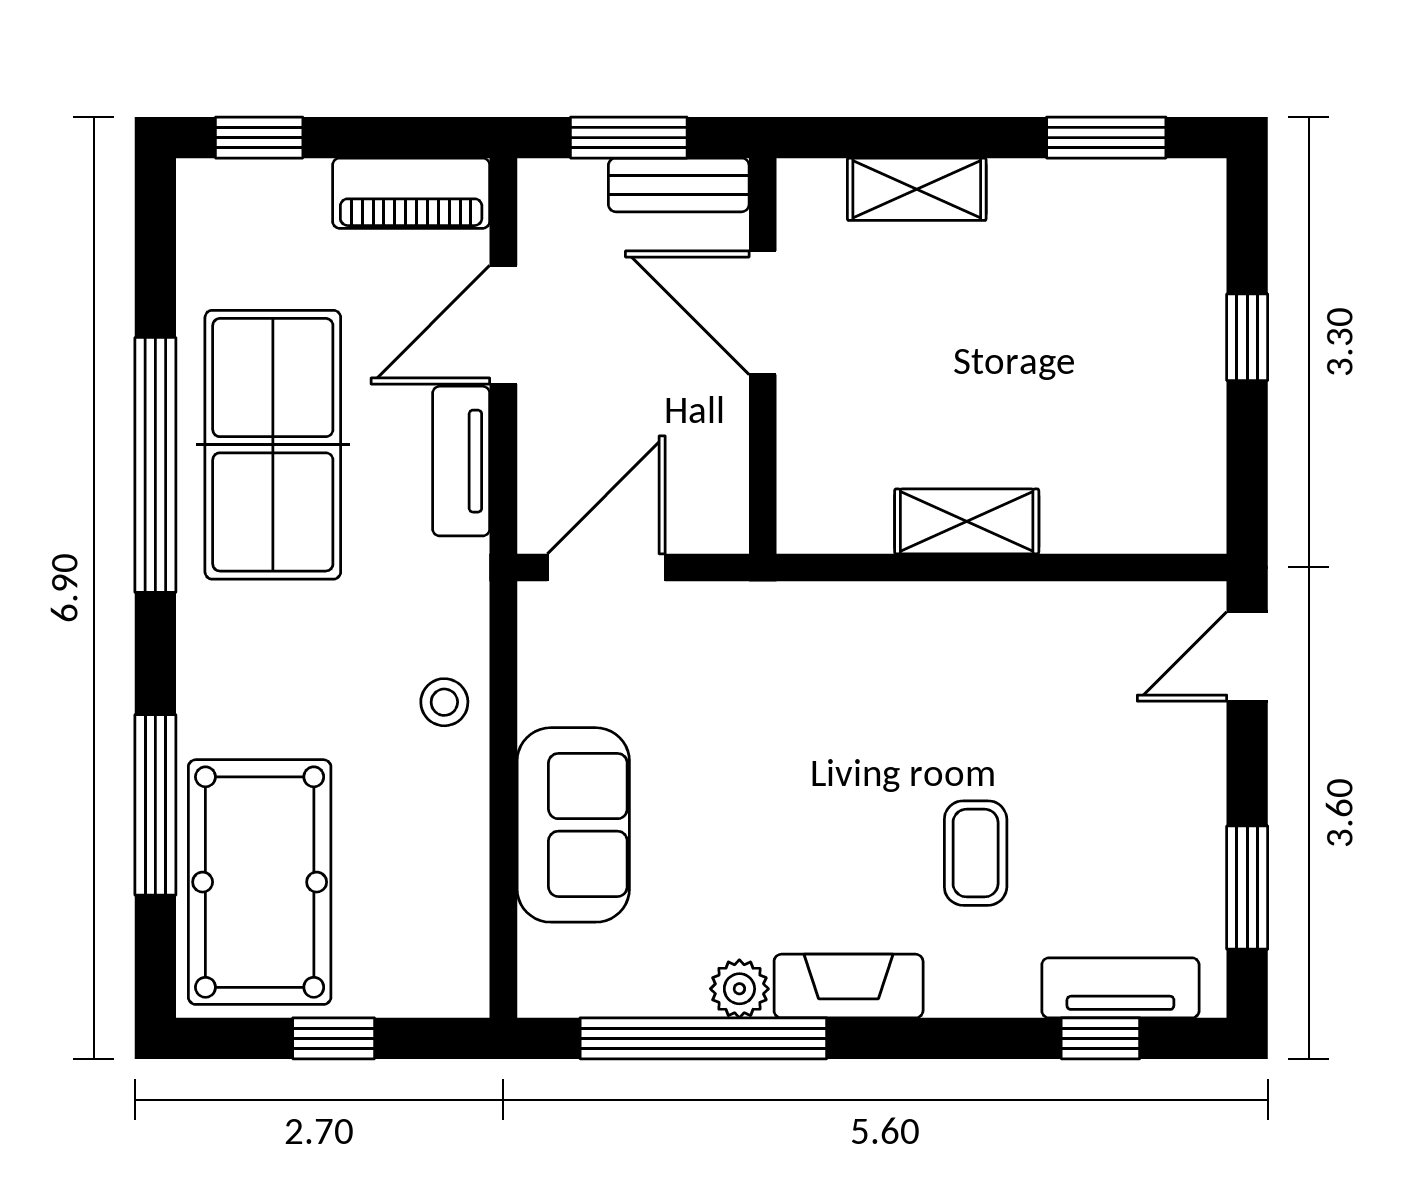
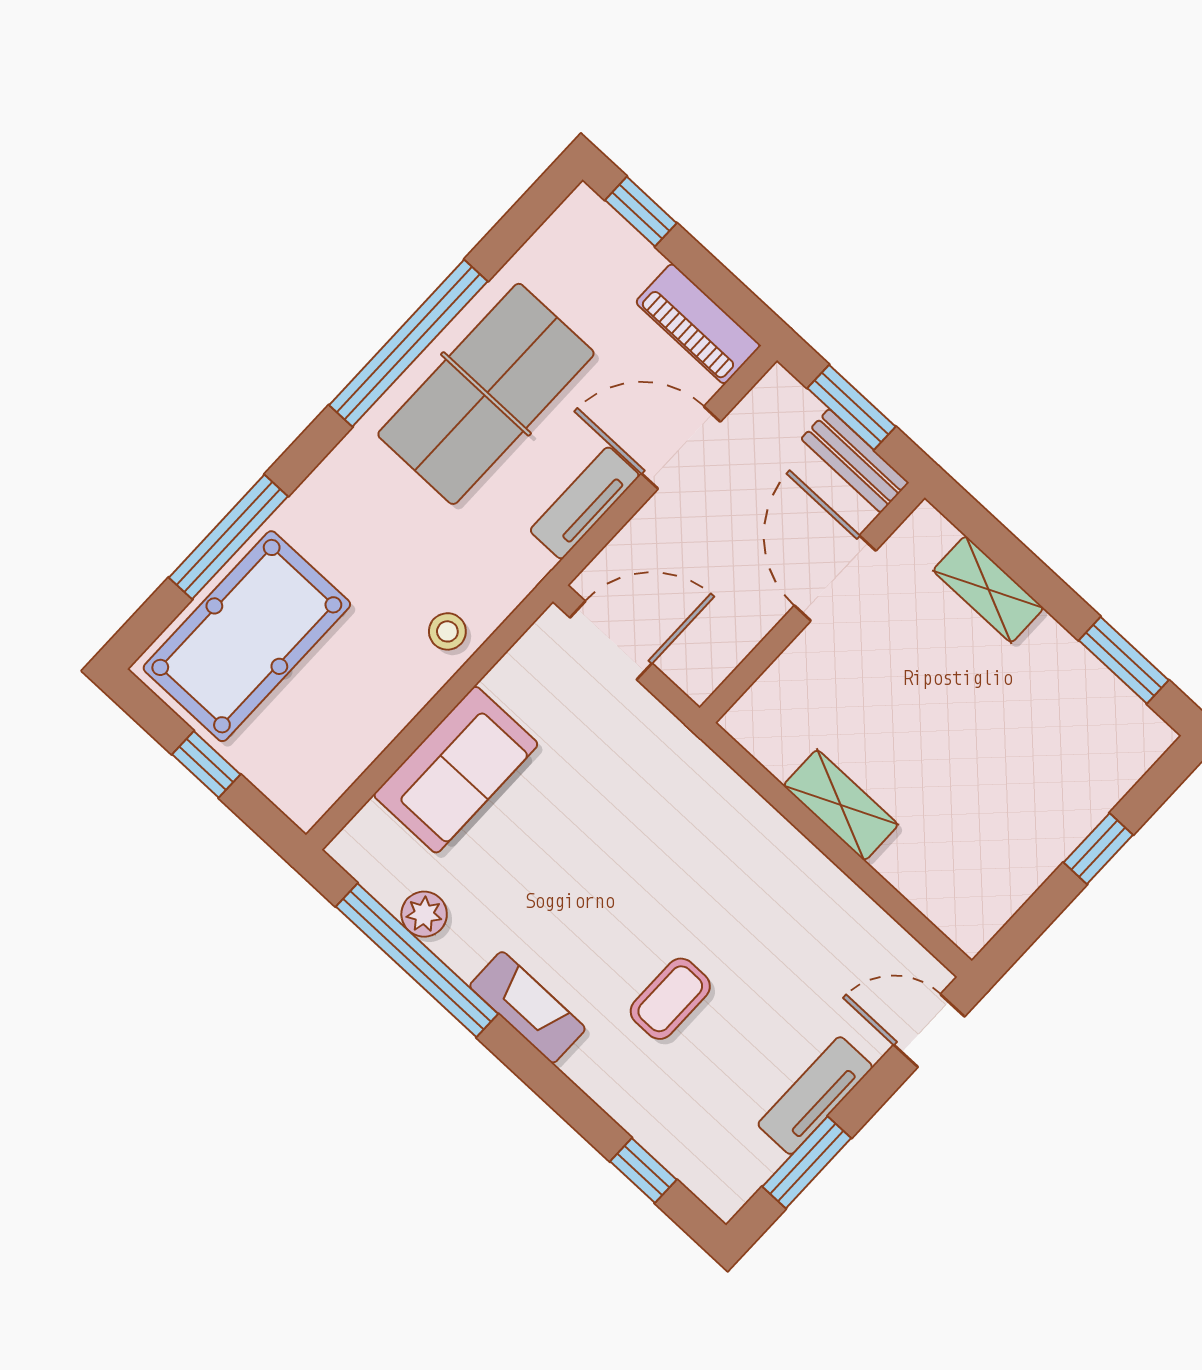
tv unit: (1120, 988) -> (815, 1096), moved, turned -90
plant: (739, 989) -> (424, 914), moved

